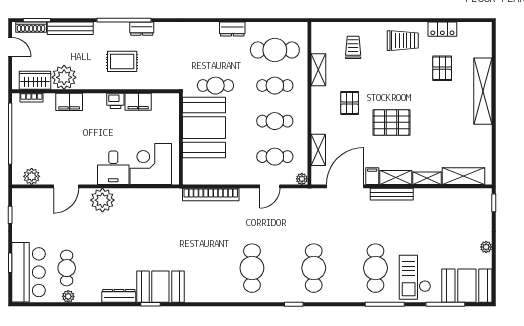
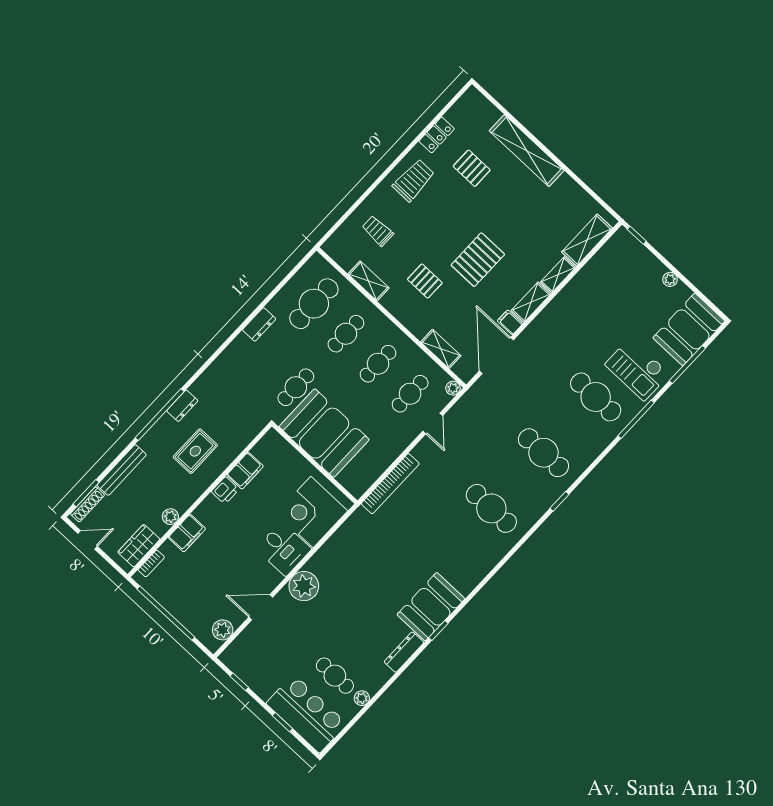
plant: (64, 77) -> (170, 517), width x0.53, depth x0.53
door: (66, 186) -> (261, 607), swing flipped
bench: (392, 194) -> (543, 320), removed

